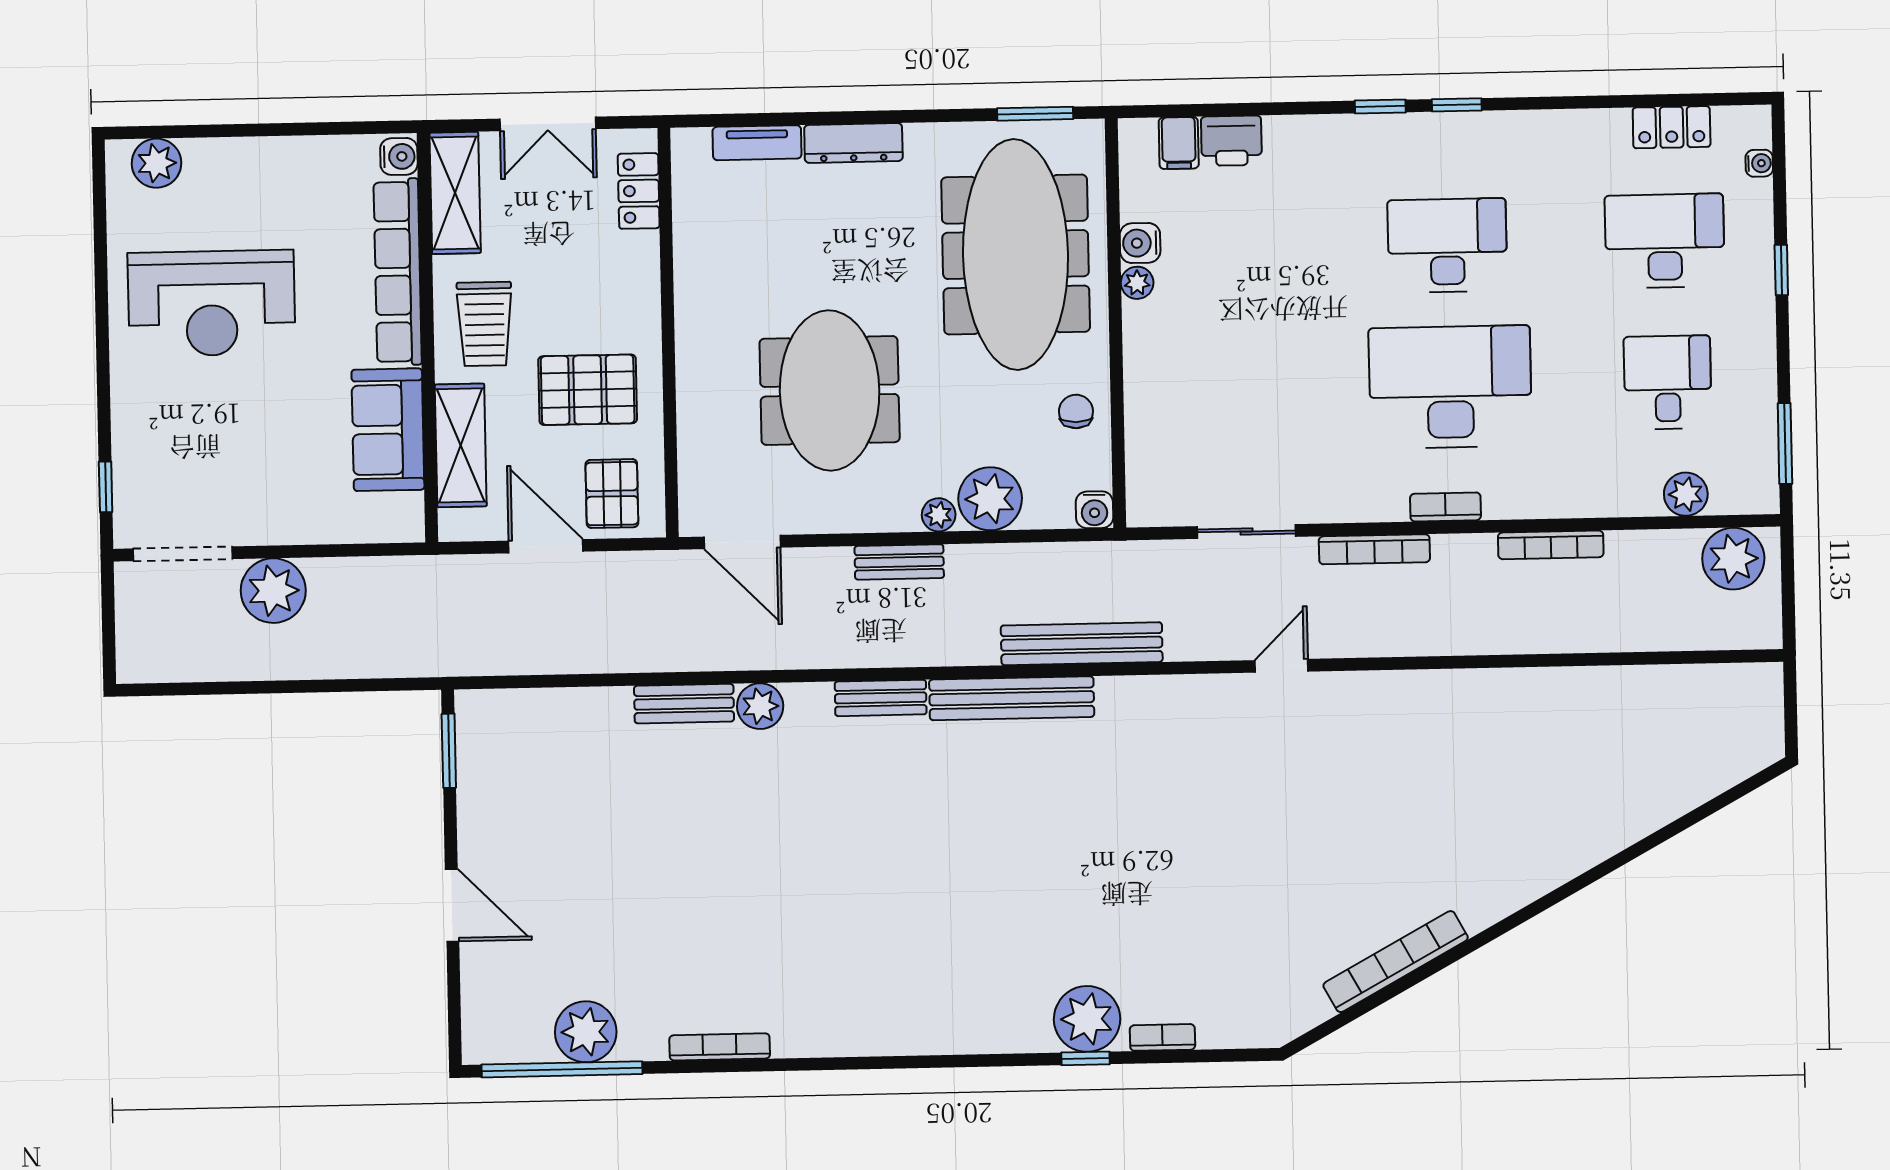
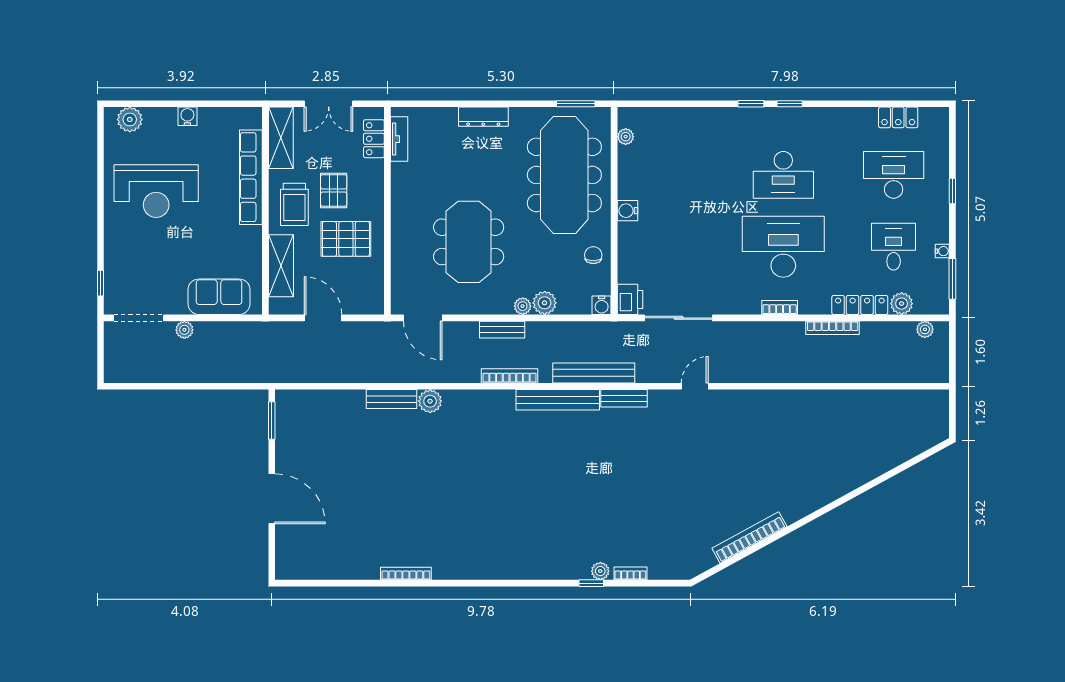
printer: (1231, 141) -> (630, 299), moved, turned -90
tv unit: (757, 143) -> (399, 139), moved, turned -90
filing cabinet: (1179, 143) -> (648, 120), removed
water cooler: (399, 156) -> (187, 116), moved, turned -90
water cooler: (1759, 163) -> (942, 251), moved
water cooler: (1140, 243) -> (628, 211), moved
desk: (1447, 245) -> (783, 175), turned 180
plant: (1137, 283) -> (626, 137), moved
sofa: (388, 430) -> (219, 297), moved, turned 90
pallet: (612, 494) -> (334, 190), moved
plant: (990, 499) -> (545, 303), width x0.73, depth x0.73
locker: (1604, 499) -> (860, 305), added
sliding door: (1247, 531) -> (678, 318), width x1.37
bookcase: (1374, 549) -> (509, 376), moved, turned 180
plant: (1733, 559) -> (925, 329), width x0.53, depth x0.53
plant: (273, 591) -> (184, 330), width x0.53, depth x0.53
bench: (881, 698) -> (624, 398), moved
door: (452, 905) -> (272, 499), width x1.36
plant: (1087, 1019) -> (600, 571), width x0.53, depth x0.53
plant: (586, 1032) -> (338, 564), removed
window: (562, 1069) -> (326, 583), removed

